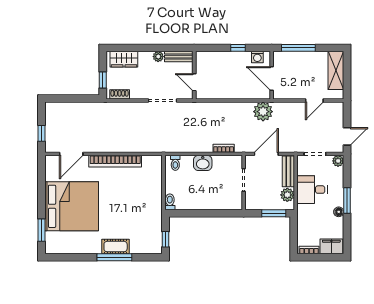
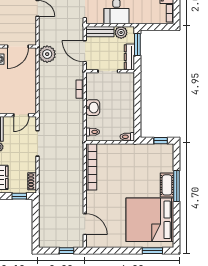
bookcase: (115, 161) -> (91, 167), moved
dresser: (260, 204) -> (129, 57), added
bed: (72, 206) -> (150, 220), moved, turned -90

